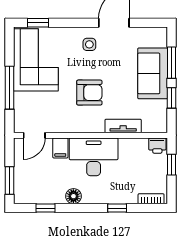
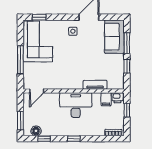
sofa: (153, 73) -> (114, 37), moved
armchair: (89, 93) -> (73, 63), removed
filing cabinet: (60, 148) -> (106, 99), moved
floor lamp: (73, 196) -> (36, 131), moved
window: (117, 208) -> (74, 139), moved

